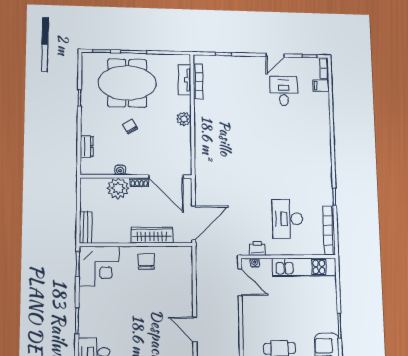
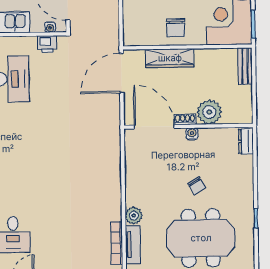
plant: (184, 119) -> (134, 216), moved
dresser: (87, 146) -> (246, 141), moved
water cooler: (120, 170) -> (192, 134), moved

